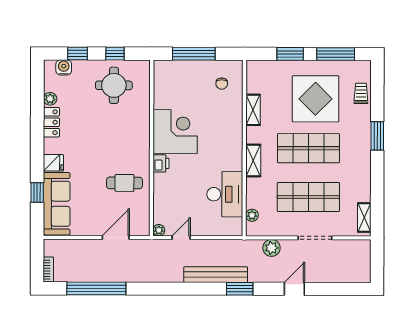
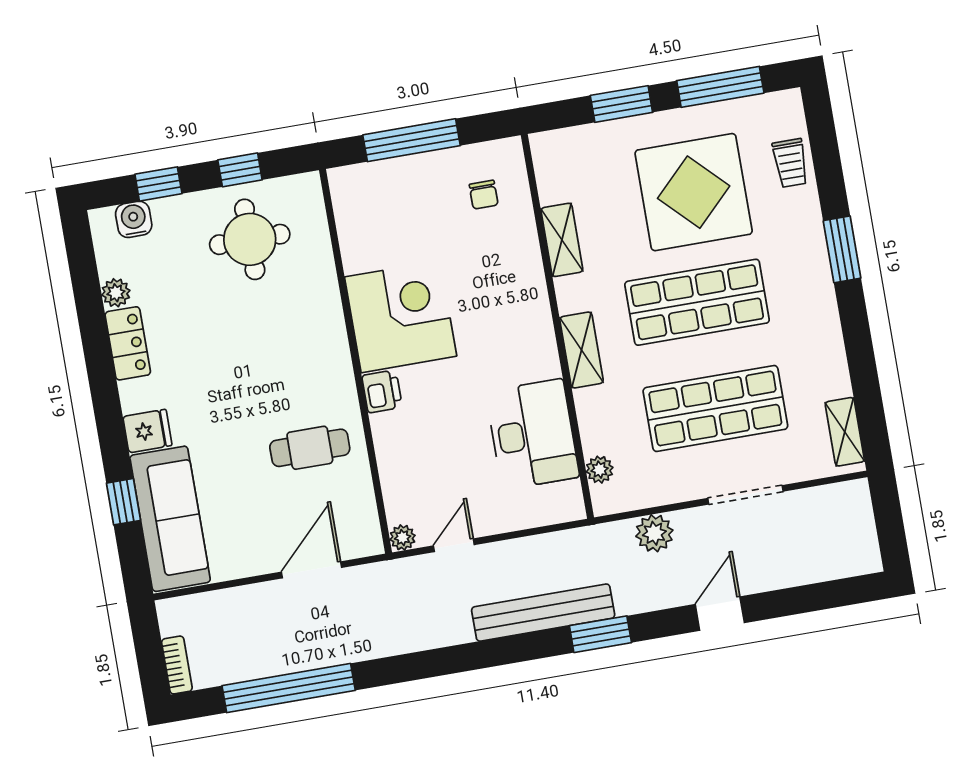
trolley: (361, 93) -> (790, 163), turned 180

